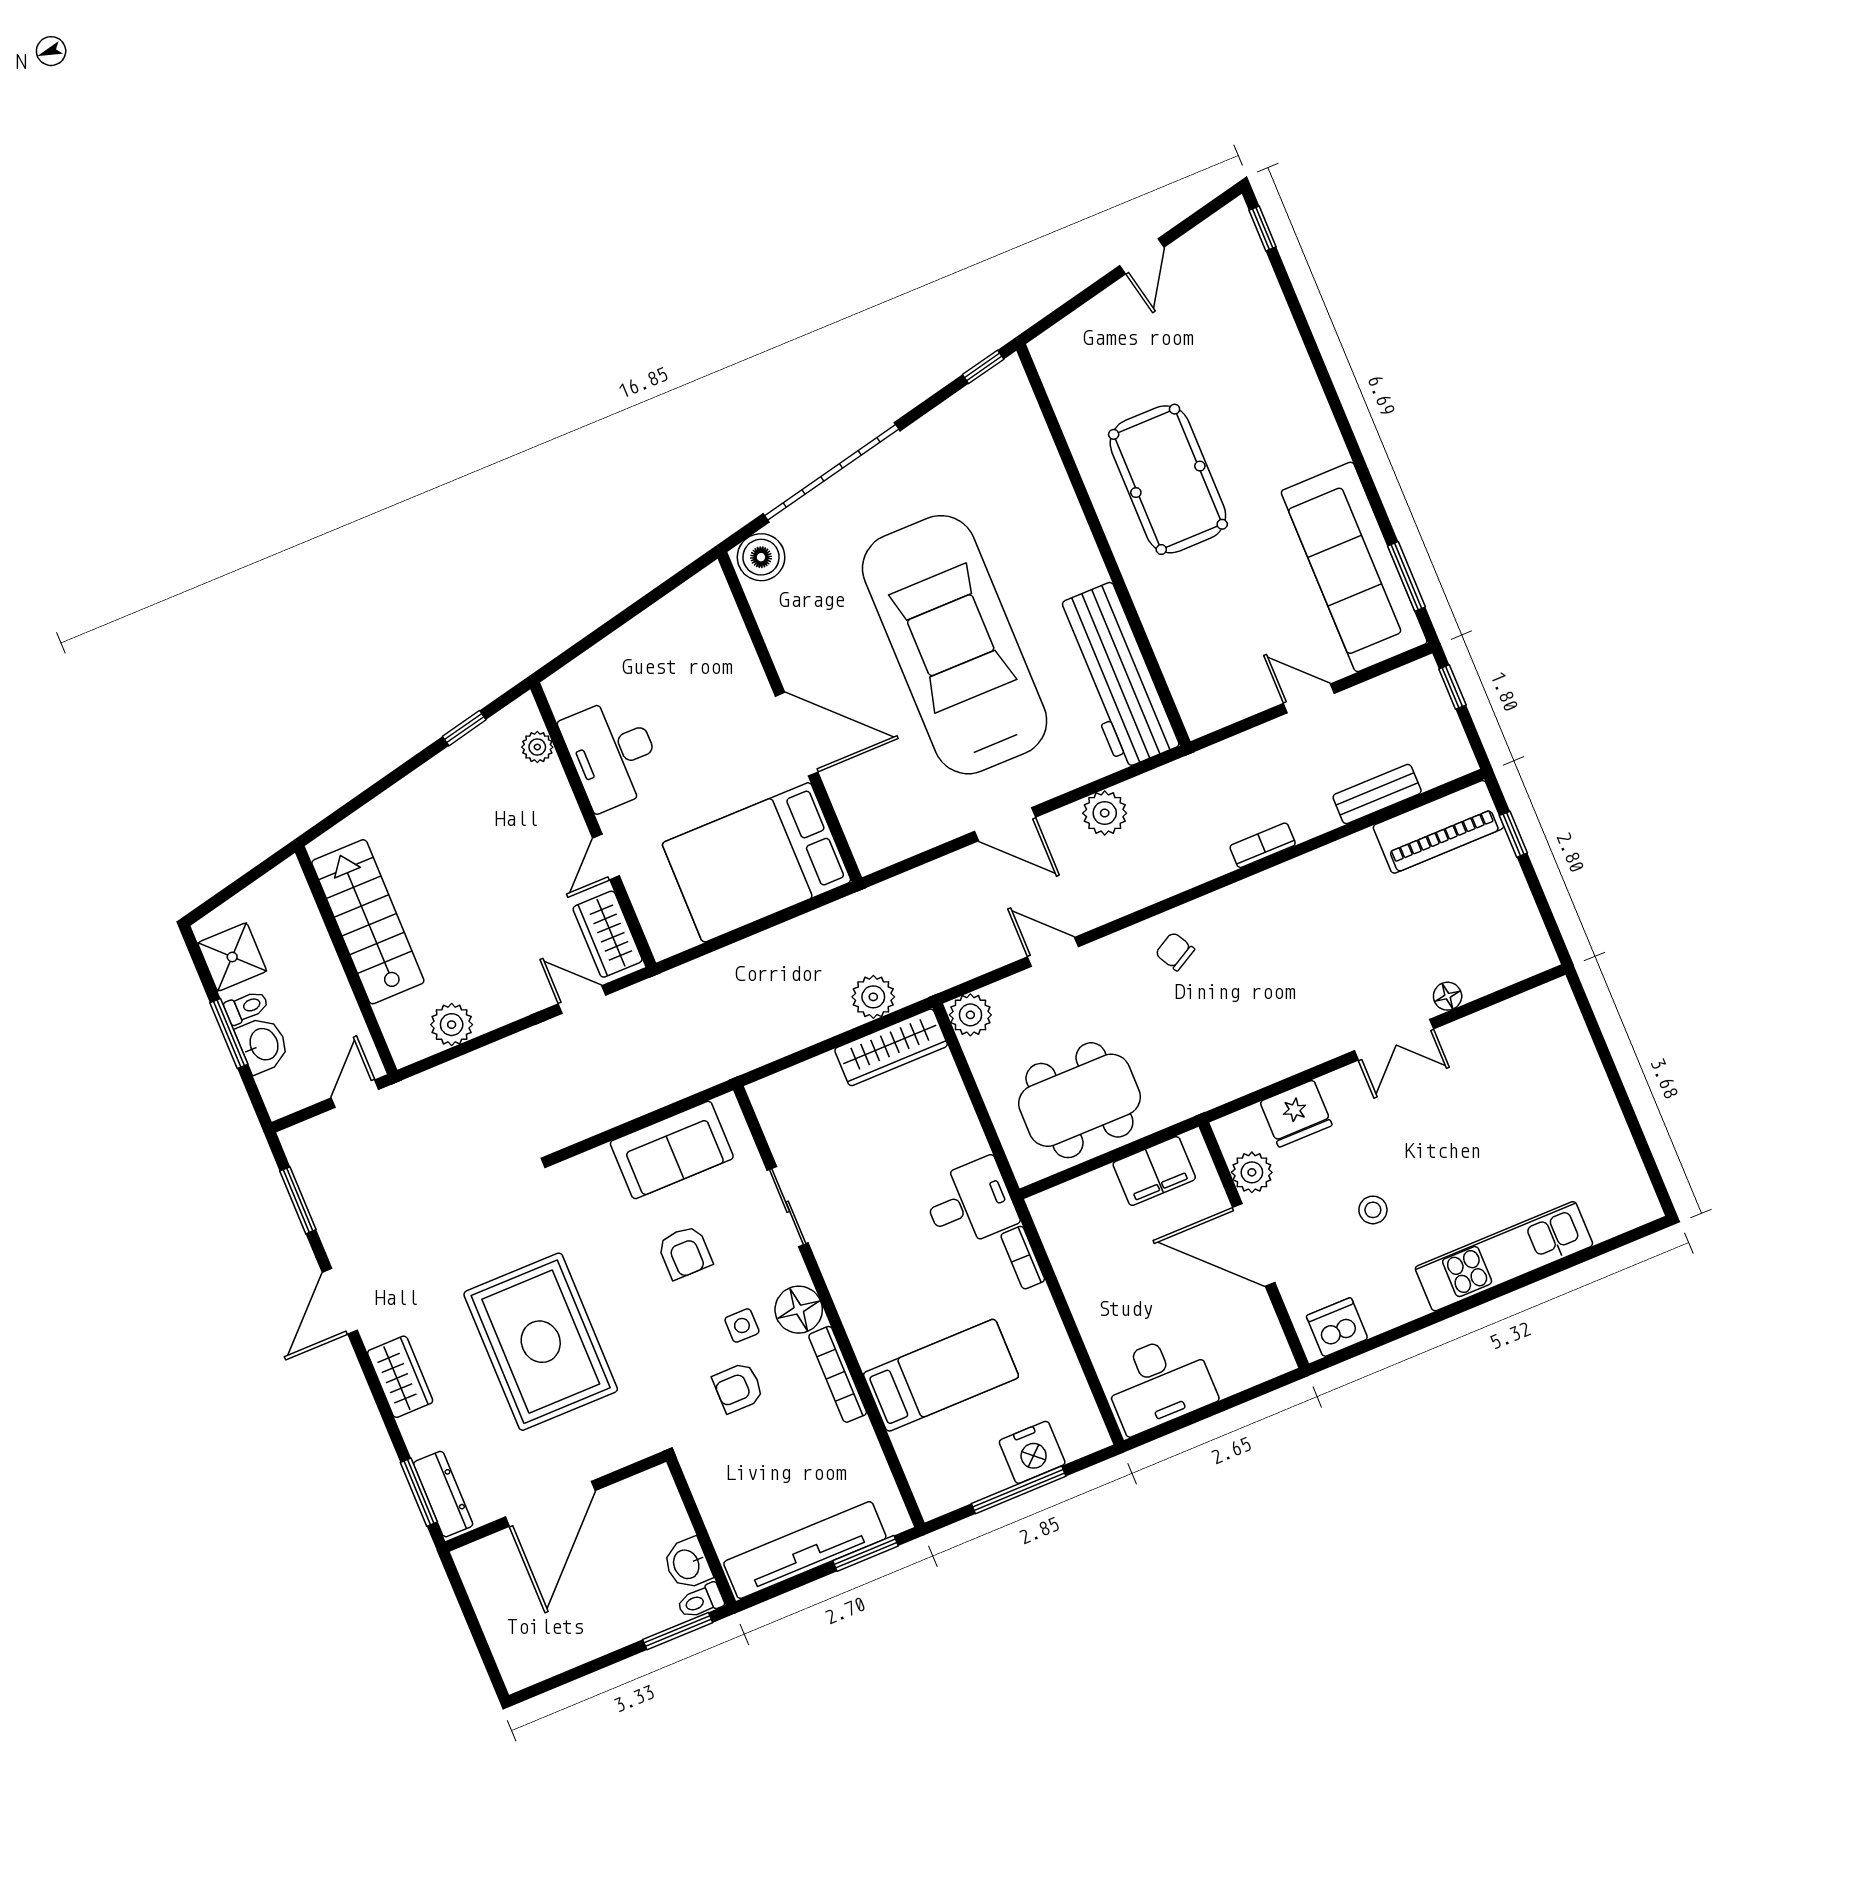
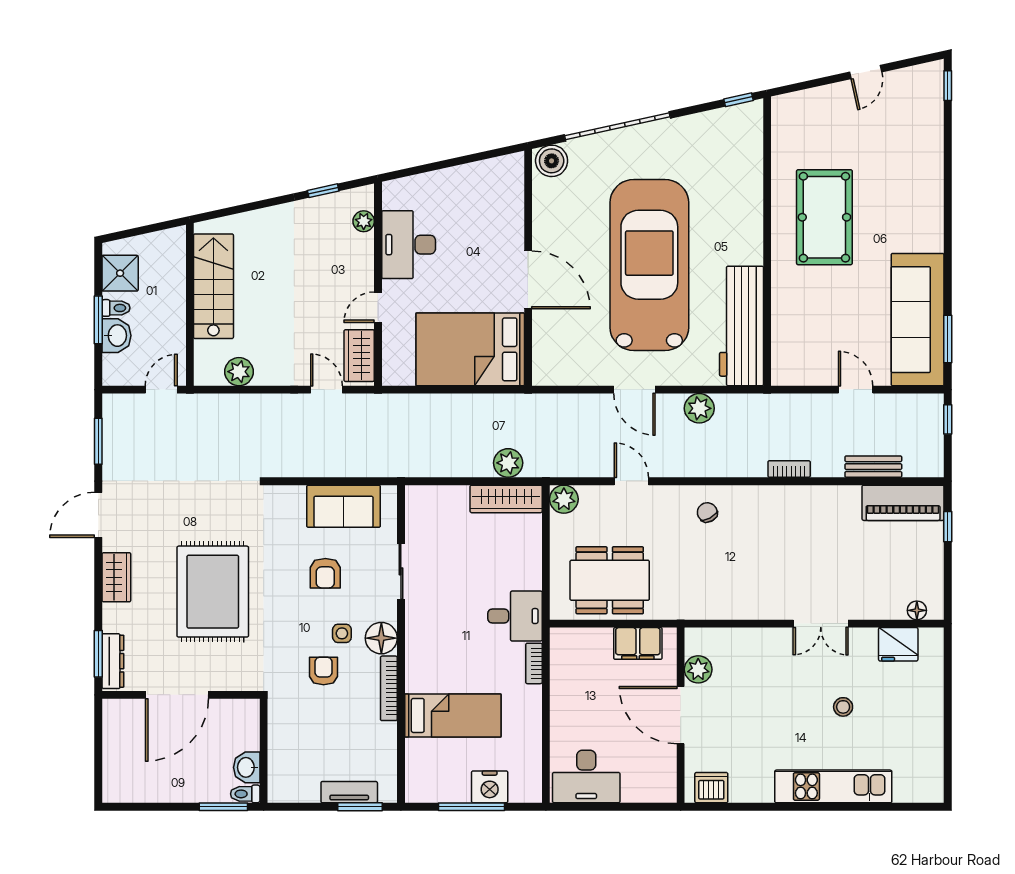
floor lamp: (1448, 996) -> (917, 610), moved
fridge: (1296, 1113) -> (898, 644), moved
stool: (1373, 1210) -> (843, 707), moved
armchair: (738, 1388) -> (324, 671), turned 90
tv unit: (805, 1550) -> (349, 792), width x0.52, depth x0.78

